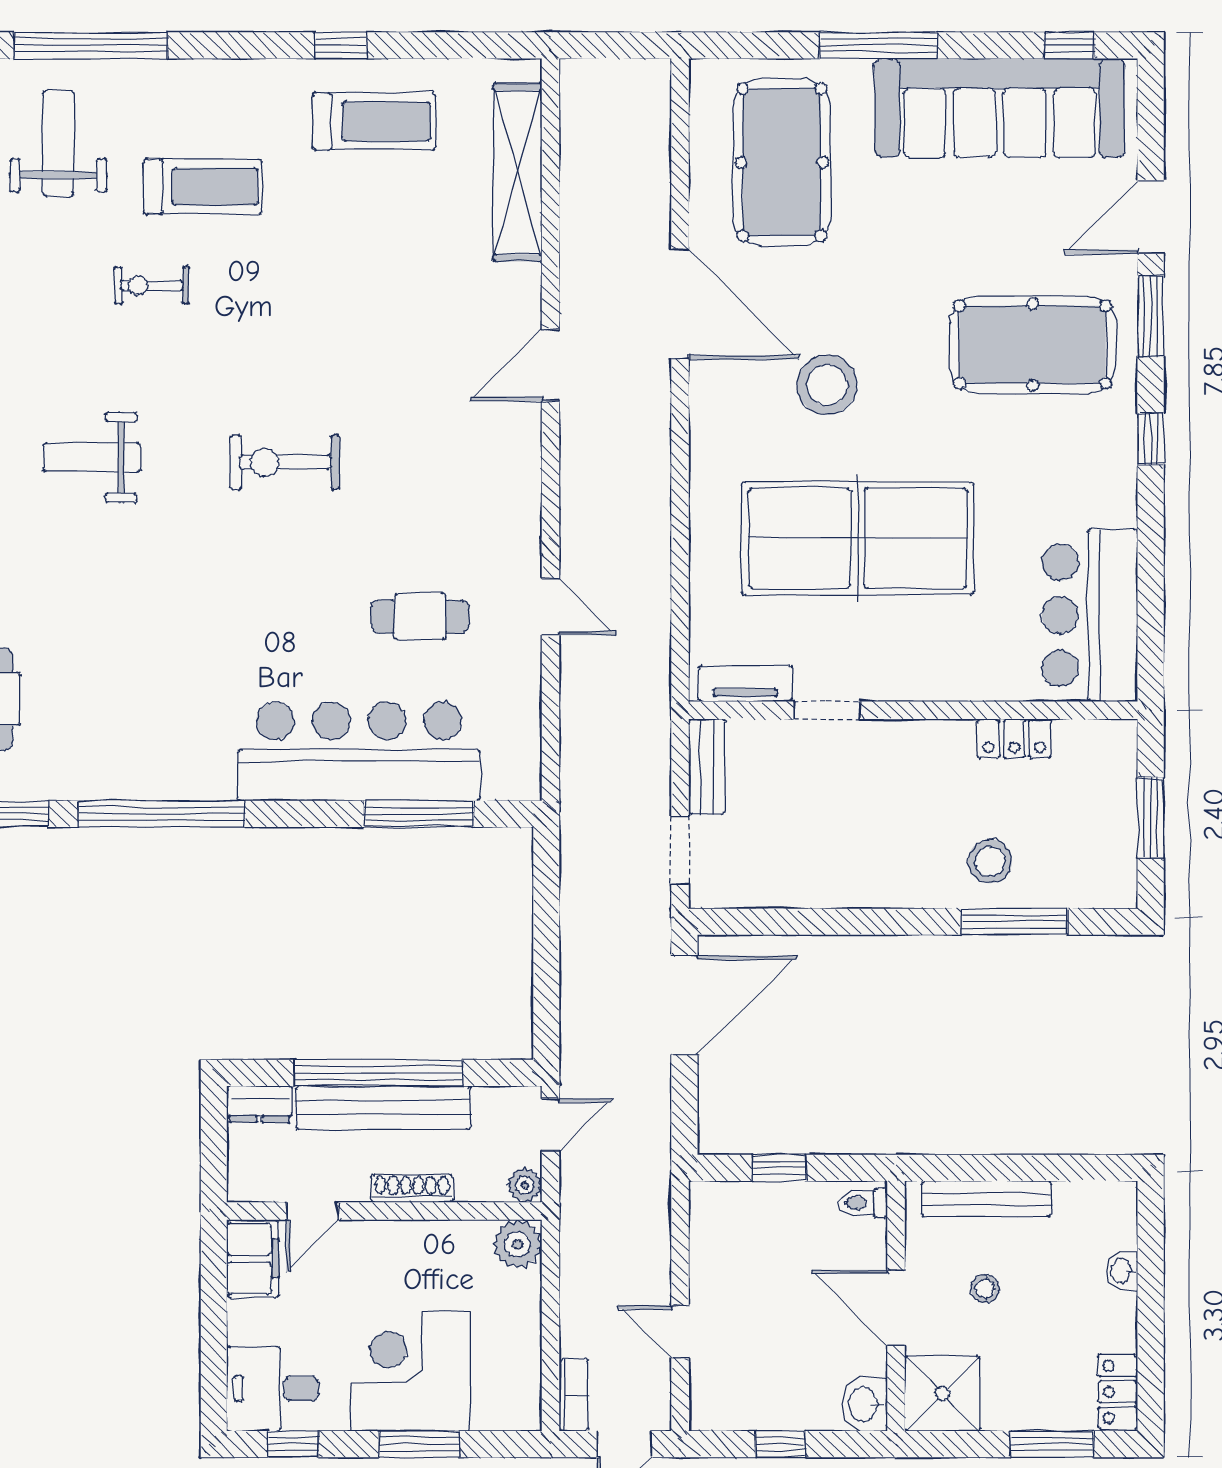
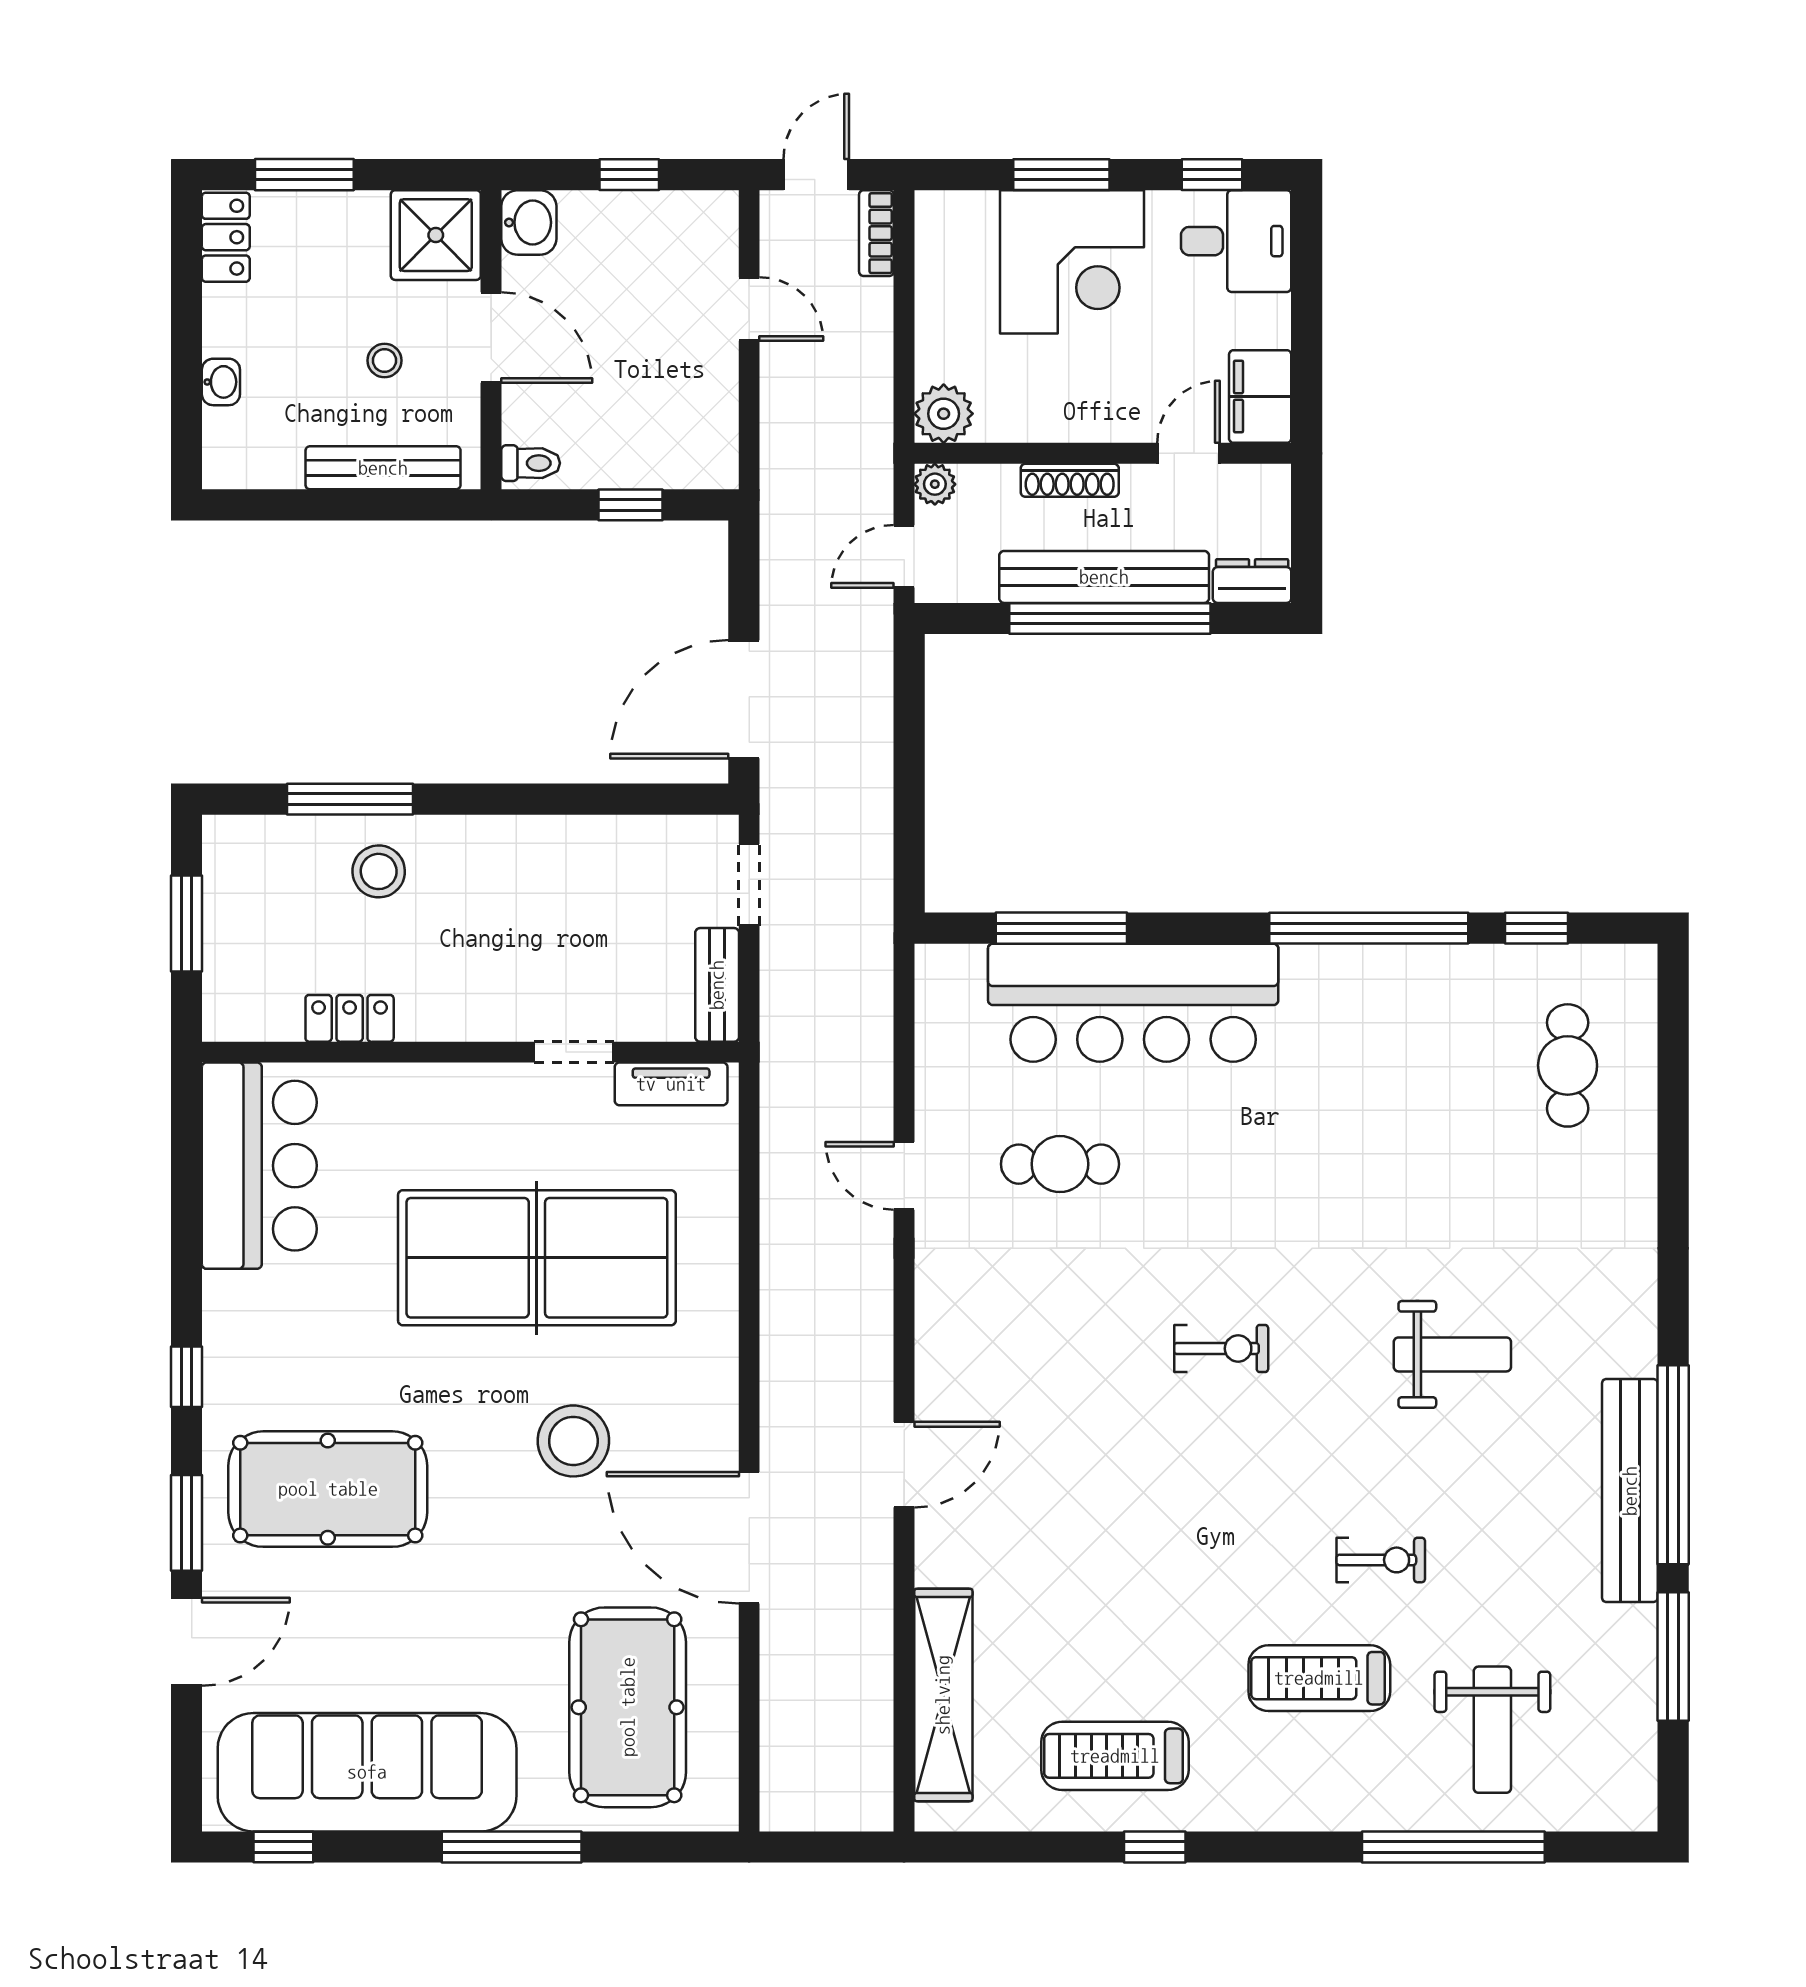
exercise bike: (285, 462) -> (1221, 1349), width x0.73, depth x0.72

